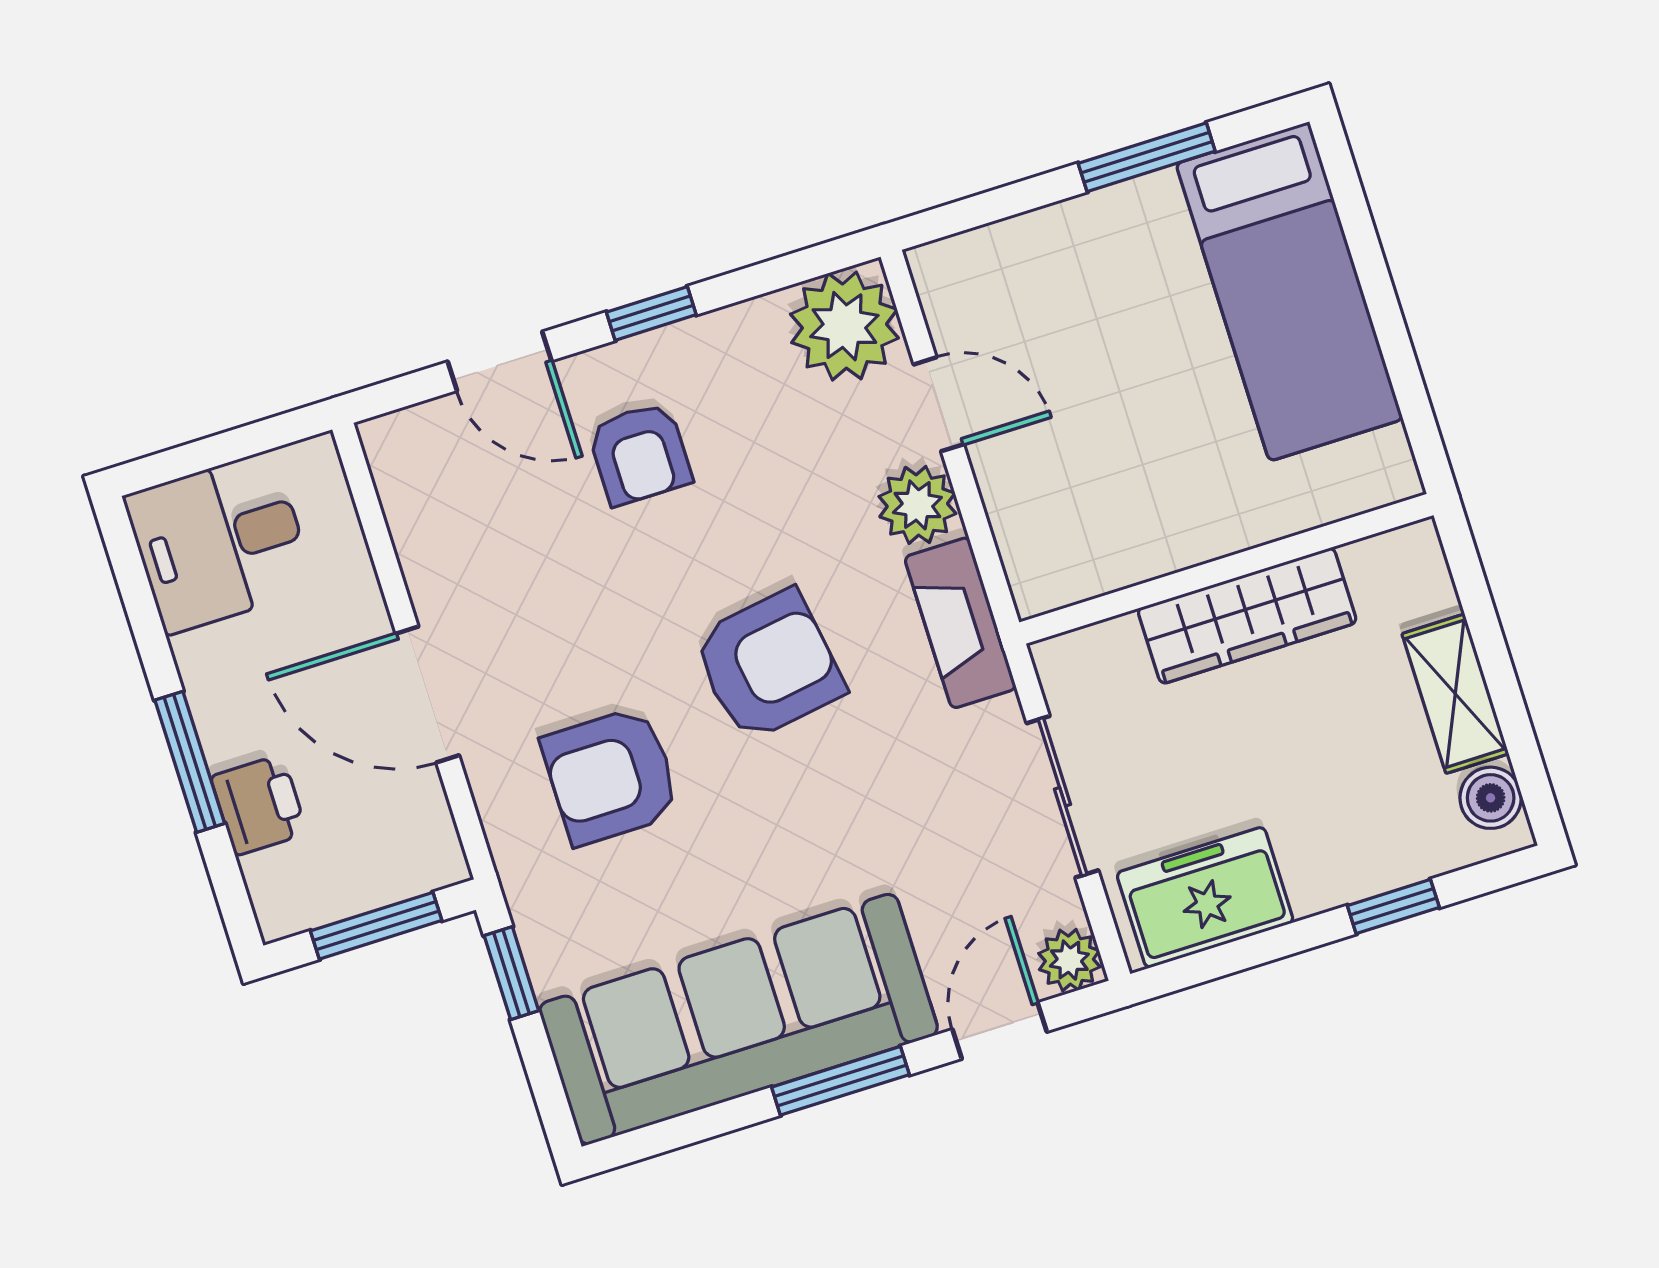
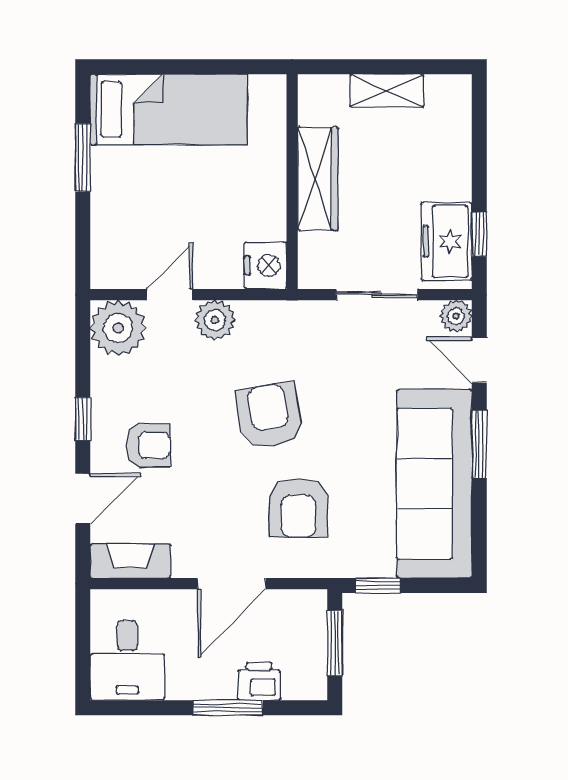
nightstand: (1051, 568) -> (265, 265), added
fireplace: (960, 623) -> (130, 561), moved, turned 180
boiler: (1491, 798) -> (442, 89), removed
window: (1393, 906) -> (479, 234), moved

